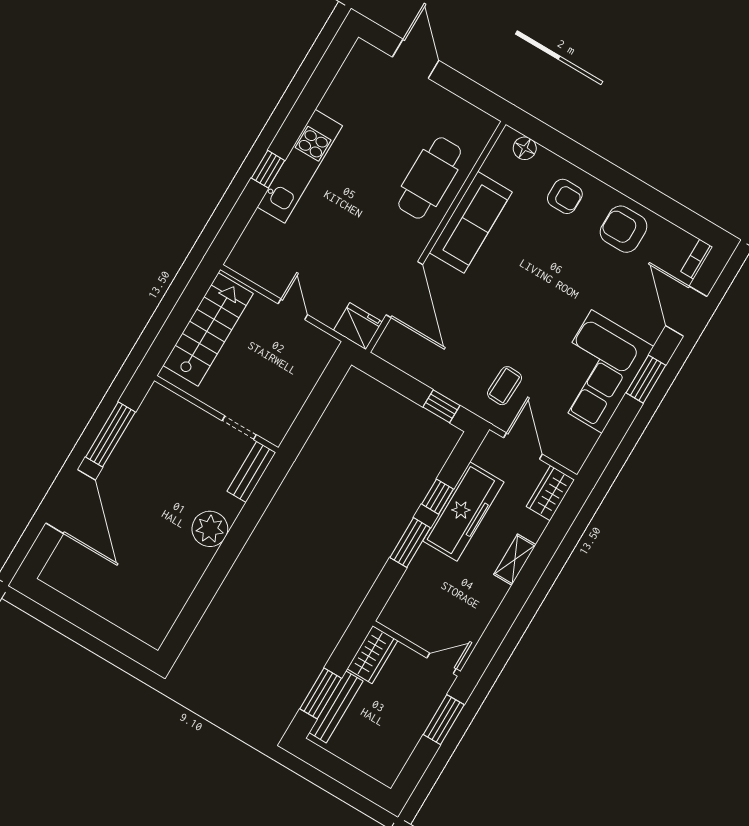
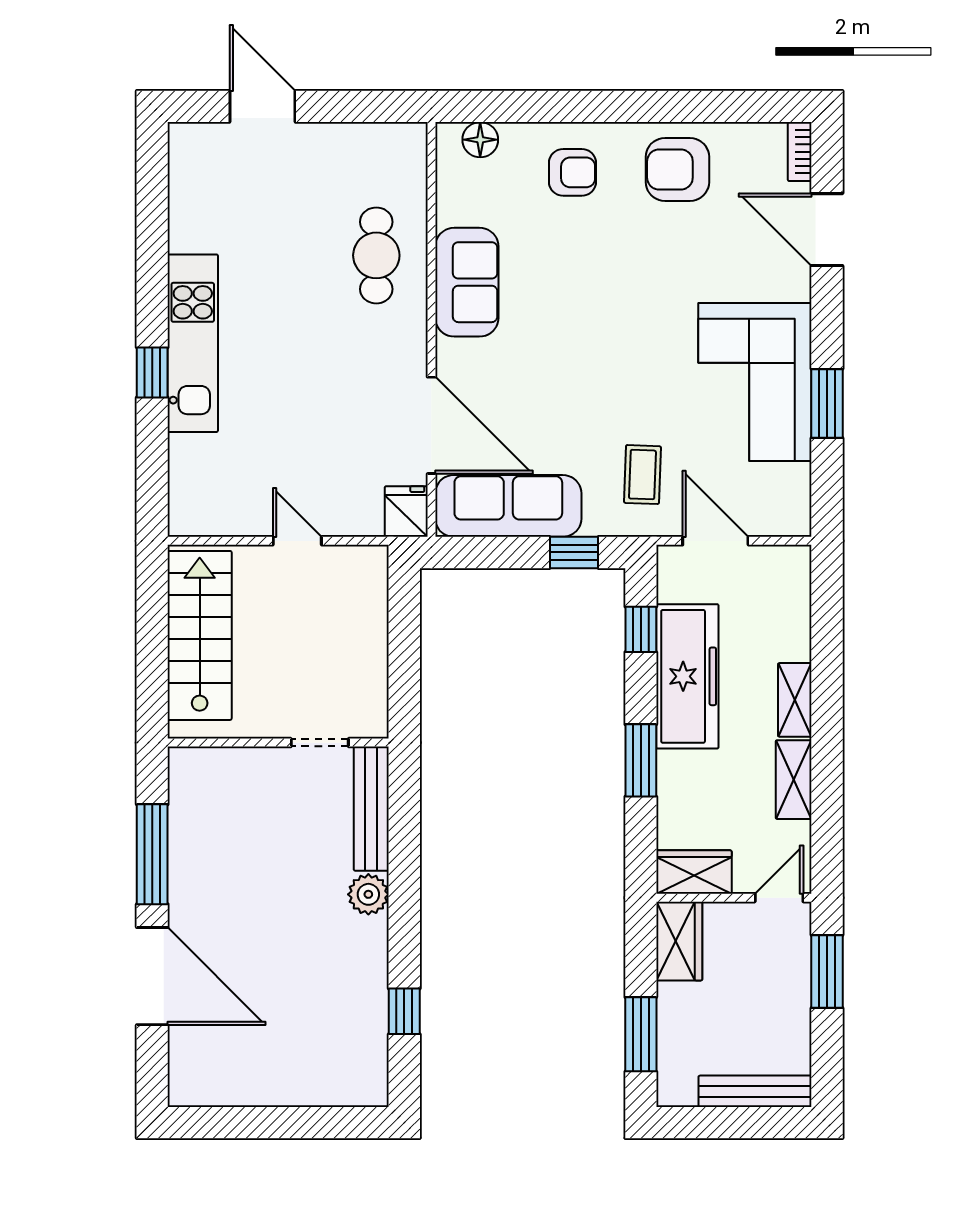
cafe table: (430, 178) -> (376, 255), width x0.73, depth x0.74
sofa: (471, 222) -> (467, 282), width x0.73
fridge: (358, 326) -> (406, 512), width x0.72
sofa: (420, 359) -> (508, 506), added
window: (646, 379) -> (827, 403), moved
bench: (251, 472) -> (371, 809), width x1.36
wardrobe: (550, 493) -> (694, 872), moved, turned 90
window: (437, 497) -> (641, 629), moved
plant: (210, 529) -> (368, 894), width x0.73, depth x0.73
window: (198, 603) -> (404, 1011), added
shelving: (488, 603) -> (794, 780), added
bench: (336, 707) -> (755, 1091), moved, turned 90

